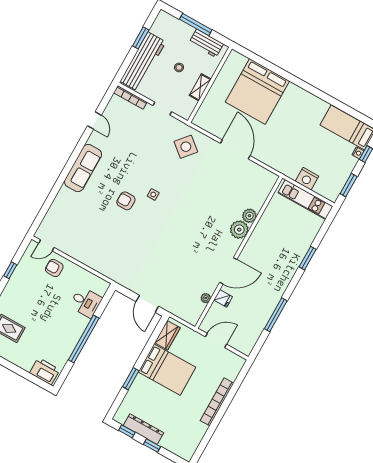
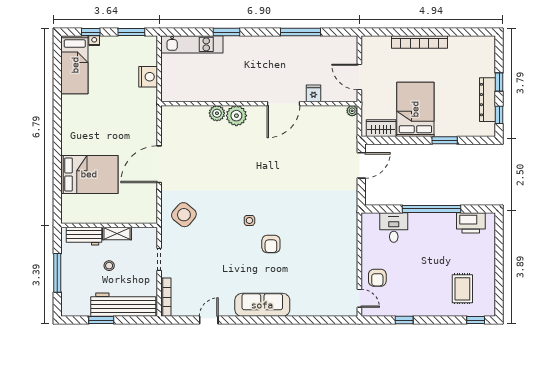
workbench: (206, 43) -> (84, 236), moved, turned 90
bed: (257, 91) -> (89, 174), width x0.73
kitchen unit: (306, 200) -> (192, 44), moved, turned 90
door: (228, 271) -> (283, 104), swing flipped
plant: (206, 298) -> (352, 111), moved
printer: (45, 371) -> (471, 223), moved, turned -90

